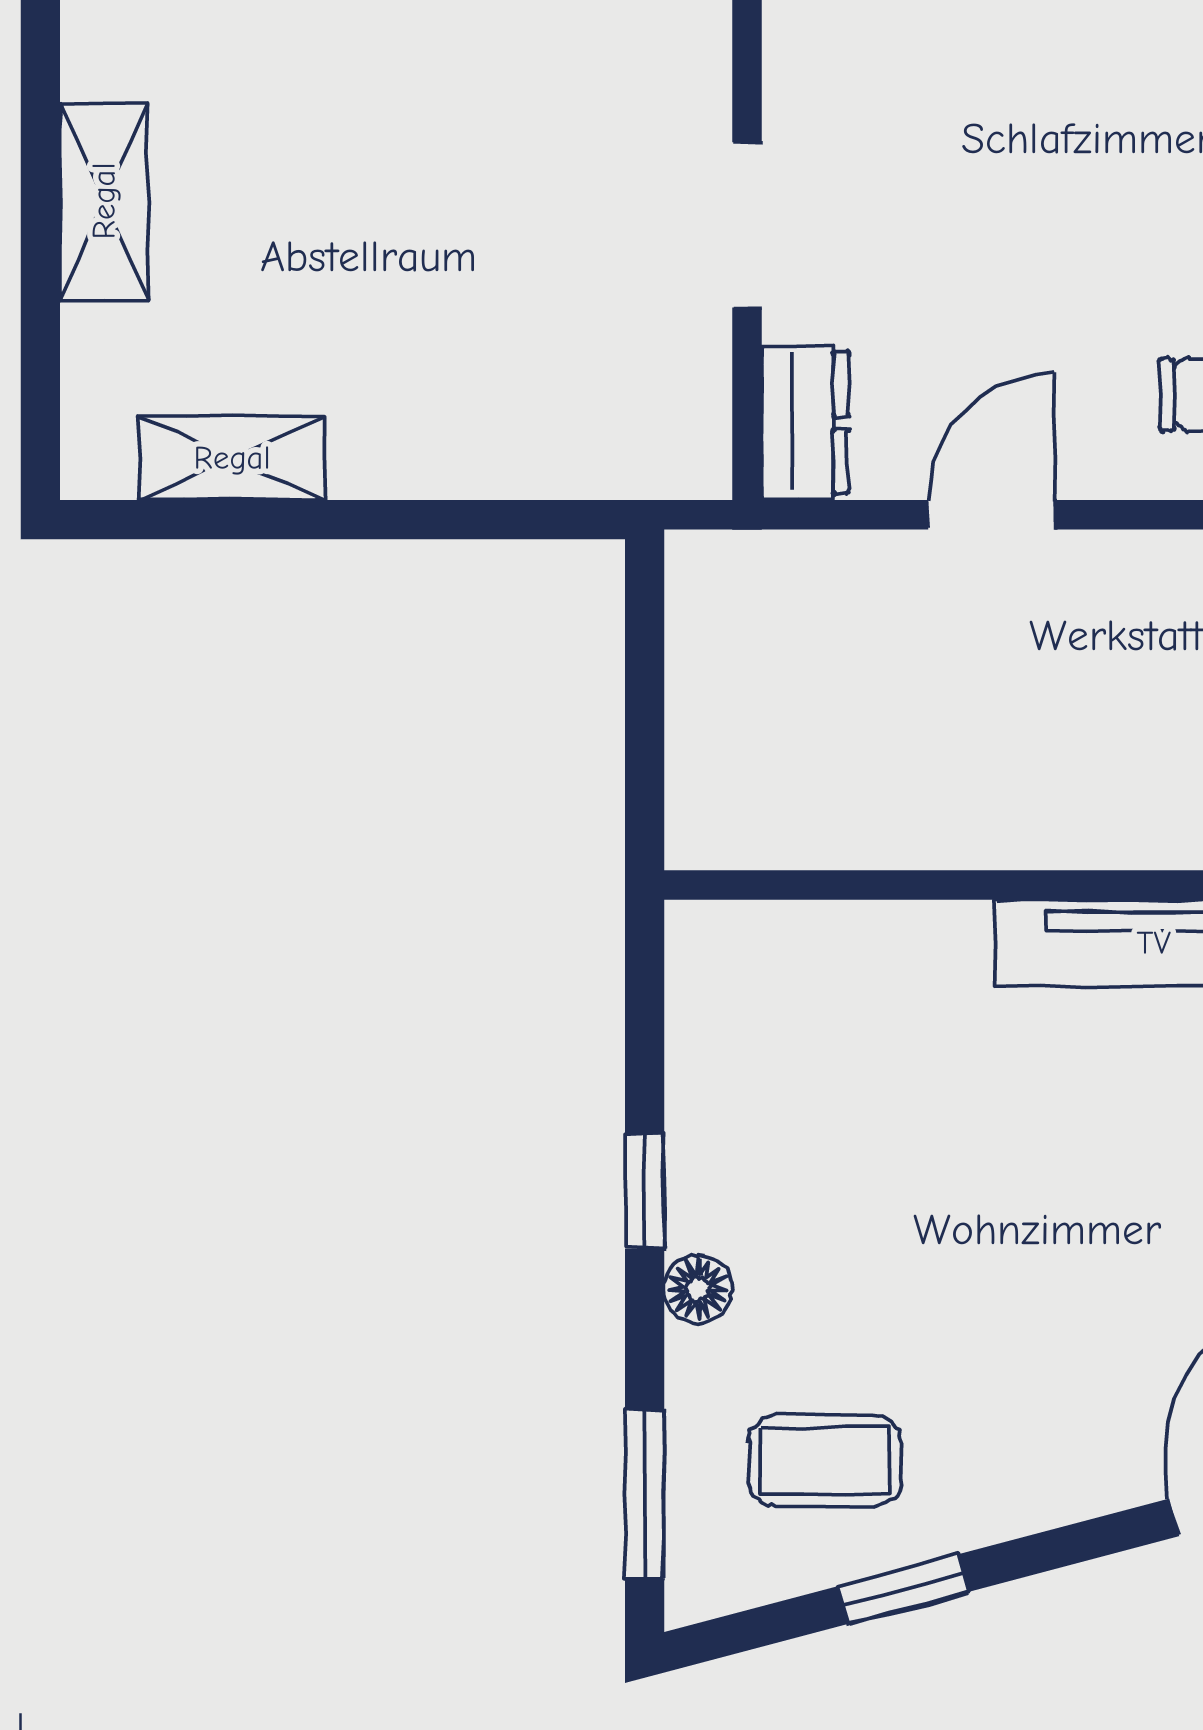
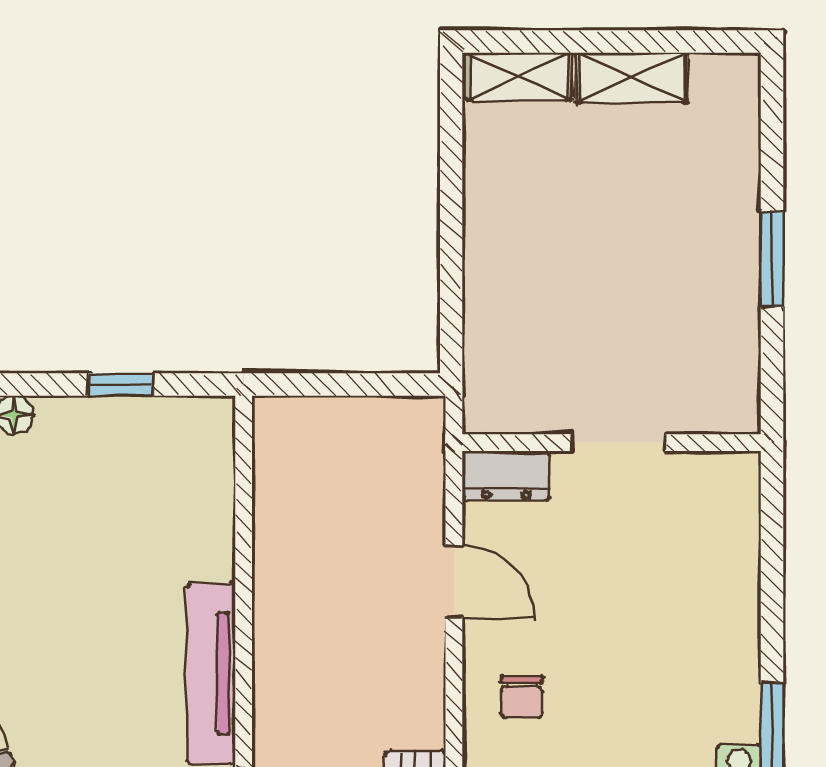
shelving: (232, 458) -> (519, 76), moved, turned 90
window: (645, 1191) -> (121, 384), moved

